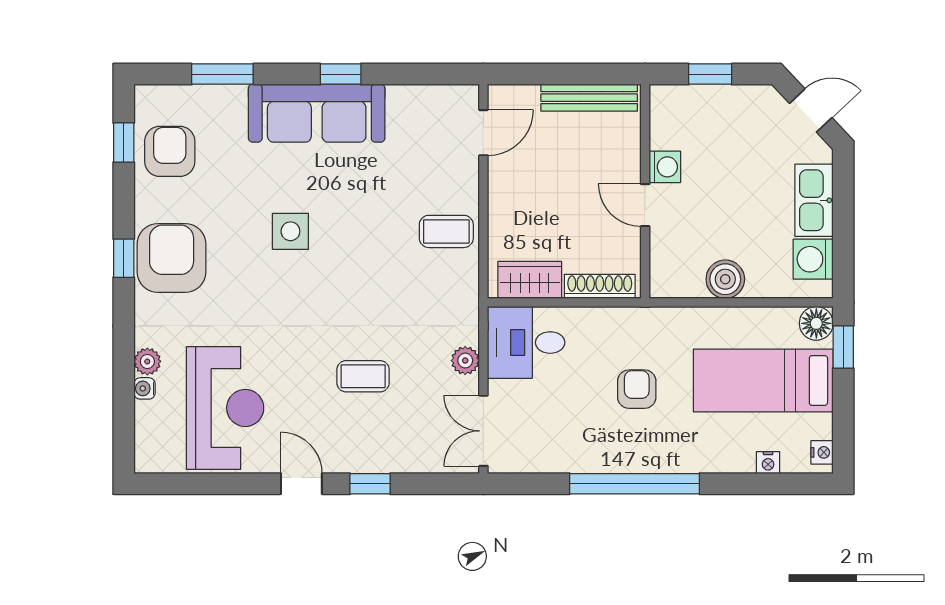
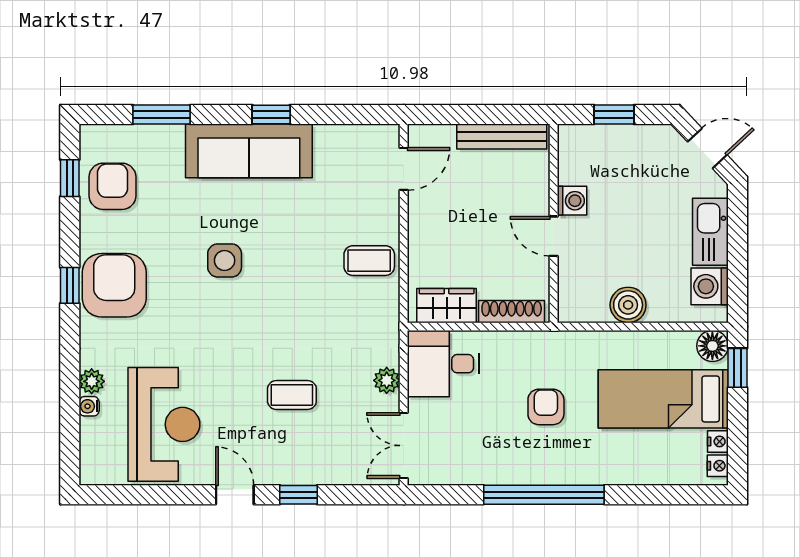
nightstand: (768, 463) -> (718, 441), moved, turned -90

